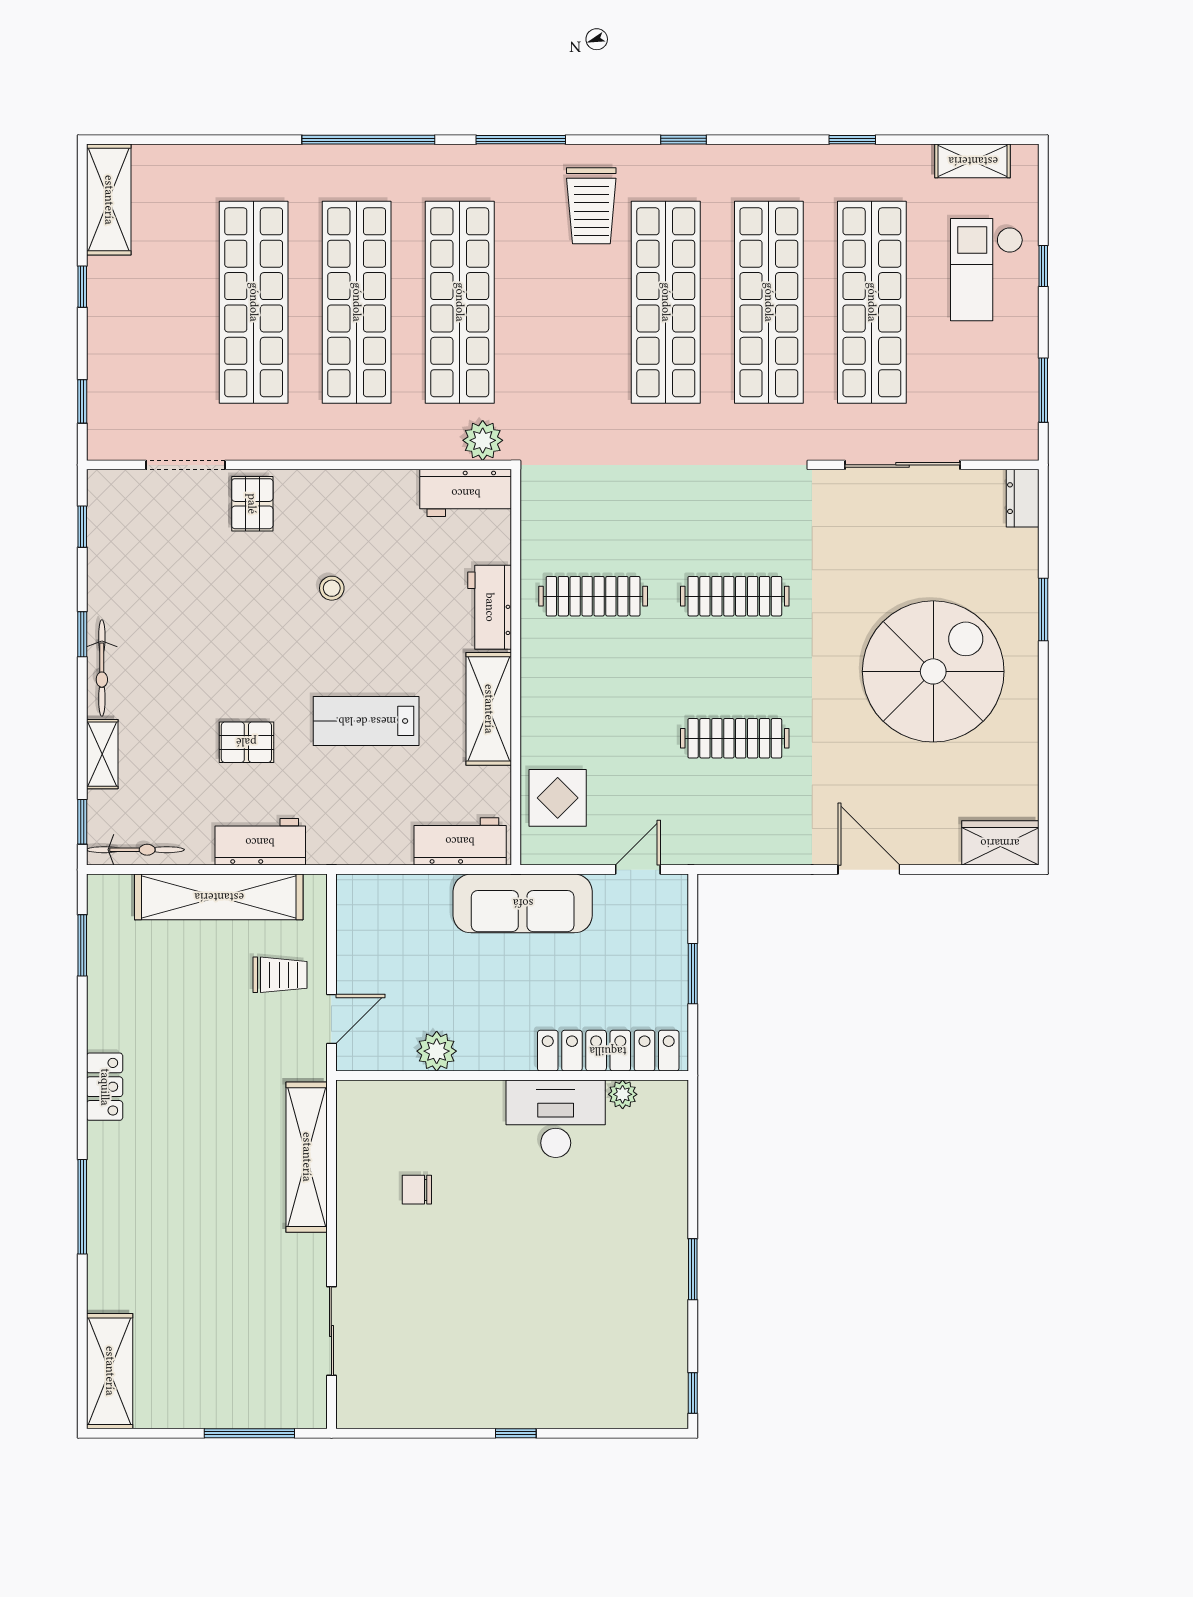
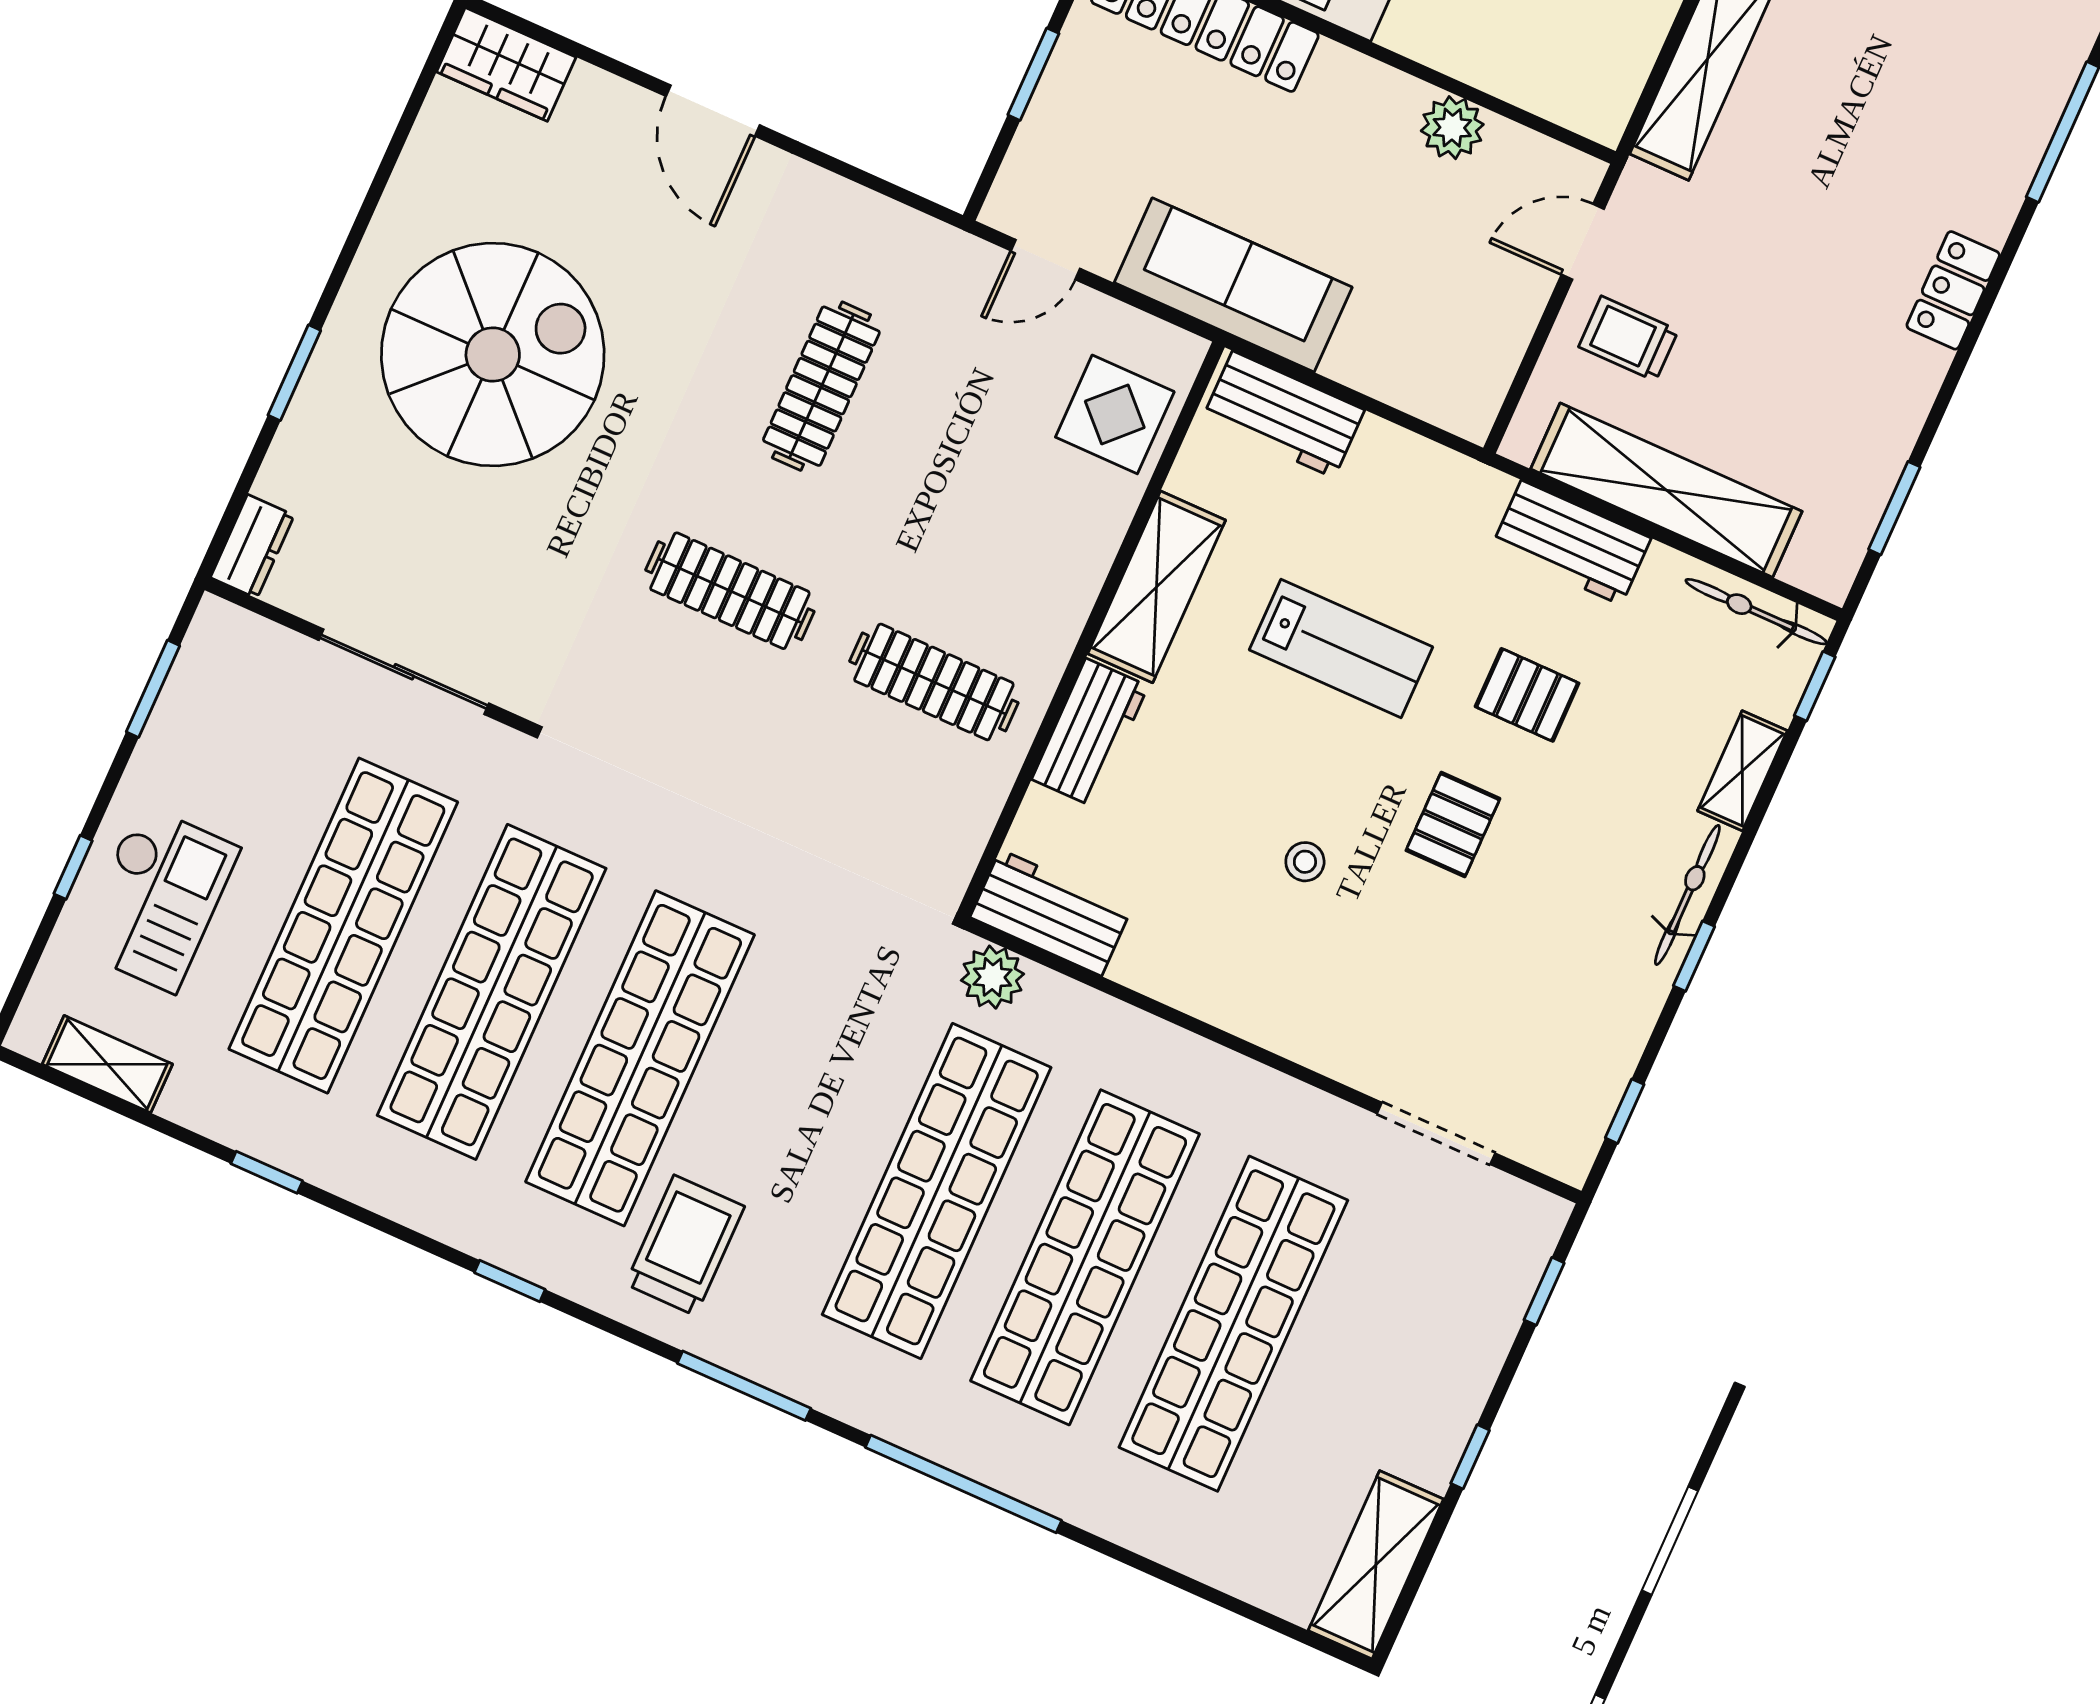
pallet: (252, 504) -> (1453, 824), moved
spiral stairs: (933, 671) -> (493, 355), turned 180
clothes rail: (735, 738) -> (821, 386), turned 90

